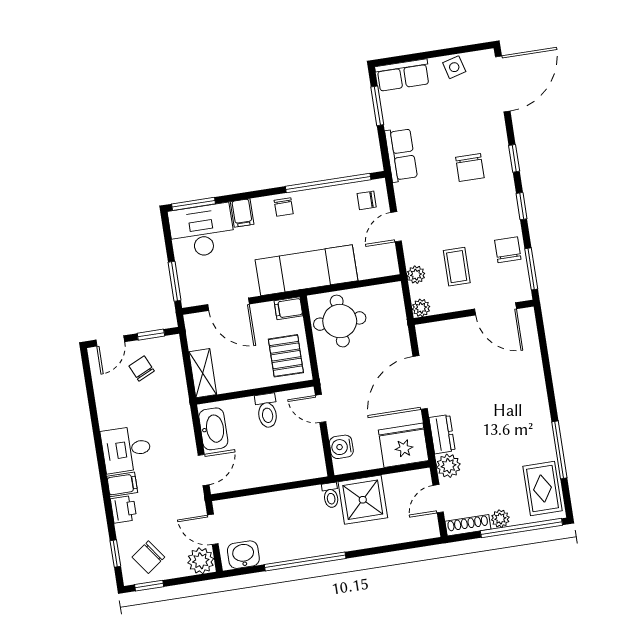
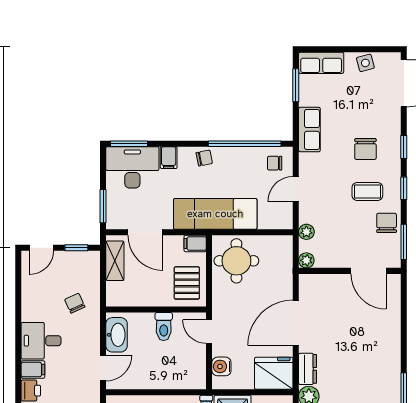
chair: (284, 207) -> (204, 158), turned -101
coffee table: (457, 267) -> (367, 191), moved, turned 90
chair: (142, 368) -> (75, 303), moved
shelving: (203, 373) -> (115, 261), moved

